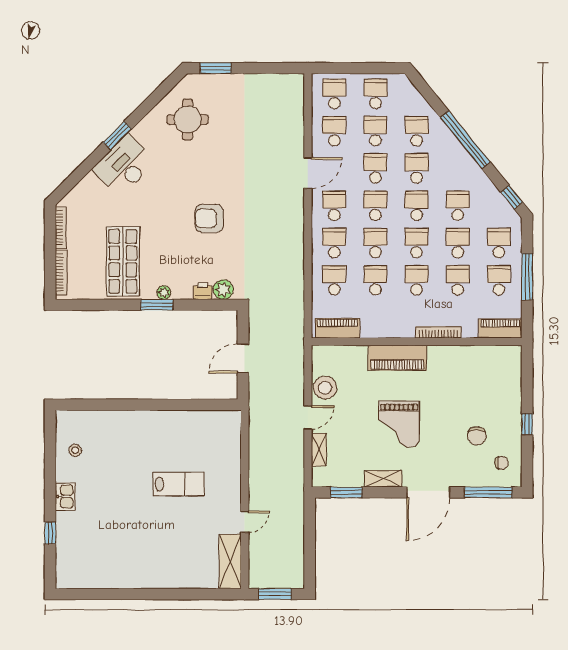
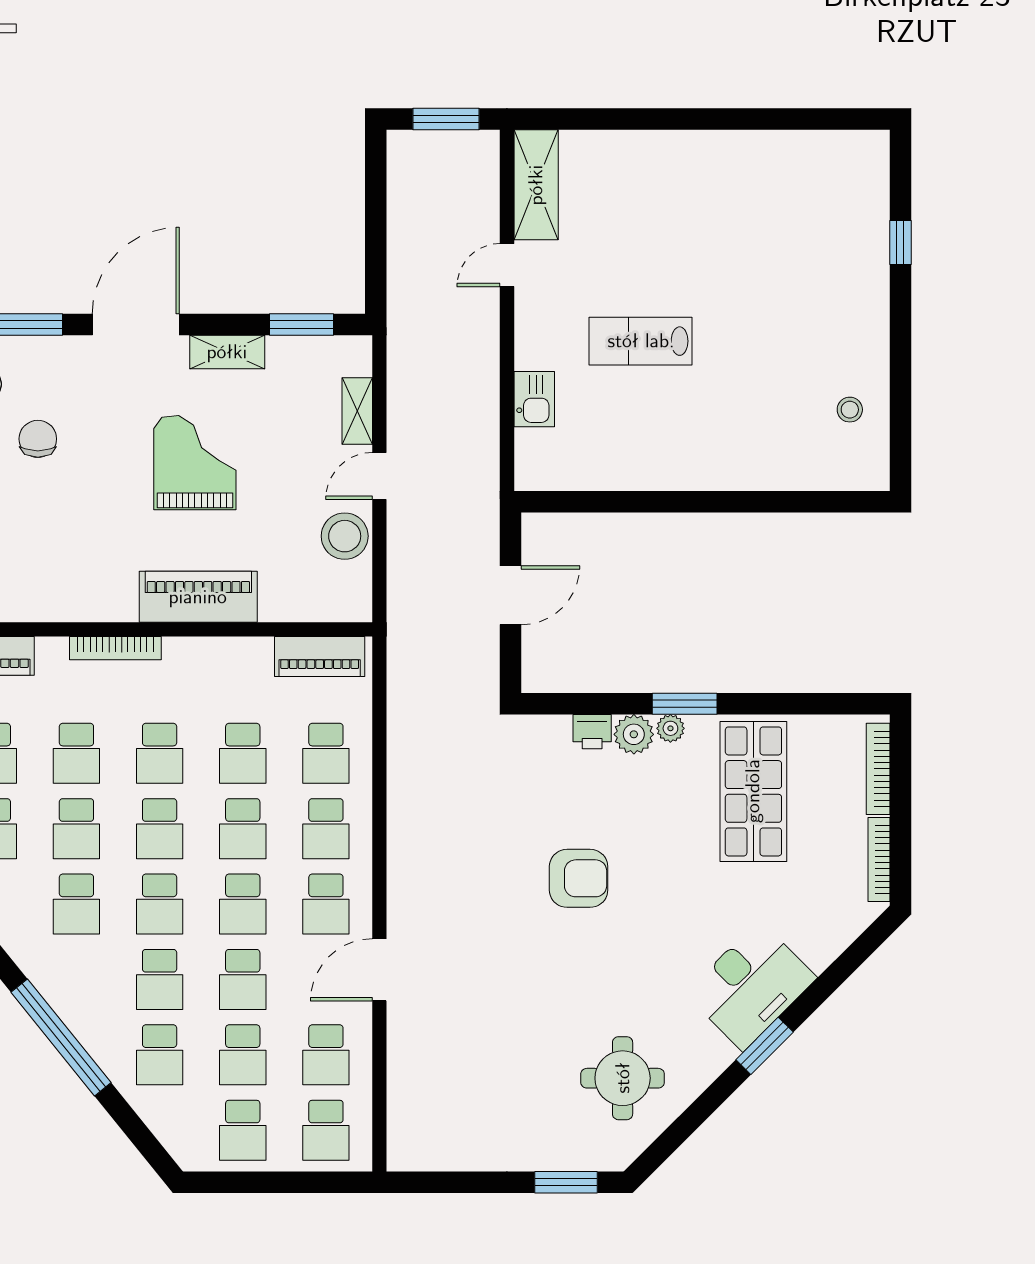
plant: (223, 290) -> (634, 734), moved
kitchen sink: (65, 496) -> (534, 399), moved, turned 180

